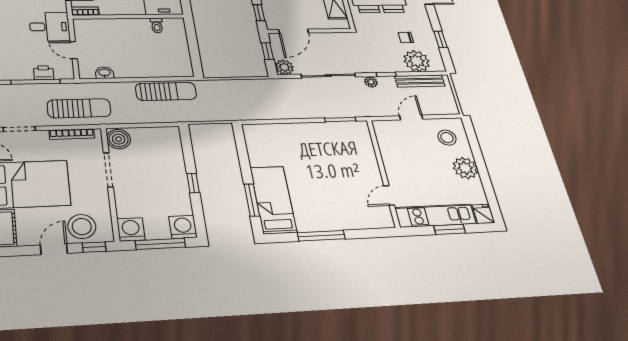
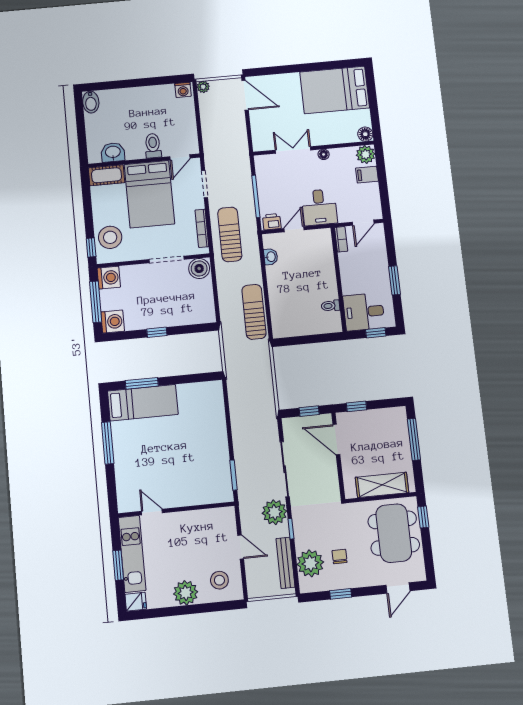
plant: (284, 67) -> (291, 426), removed
printer: (44, 73) -> (272, 222), moved, turned -90
plant: (371, 82) -> (274, 512), width x1.87, depth x1.87
sun lounger: (166, 91) -> (254, 312), turned 180
sun lounger: (79, 108) -> (230, 234), turned 180
door: (54, 249) -> (88, 215), removed

